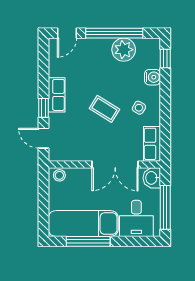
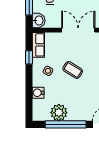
window: (165, 58) -> (29, 57), moved
double door: (115, 164) -> (78, 30), moved

